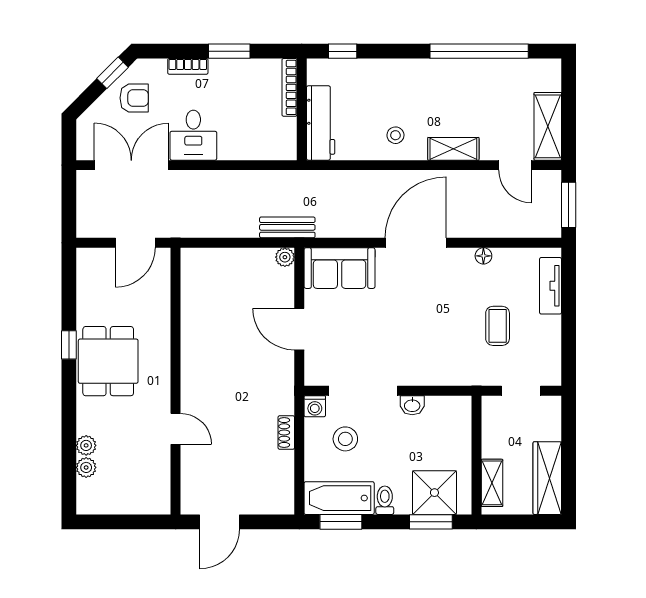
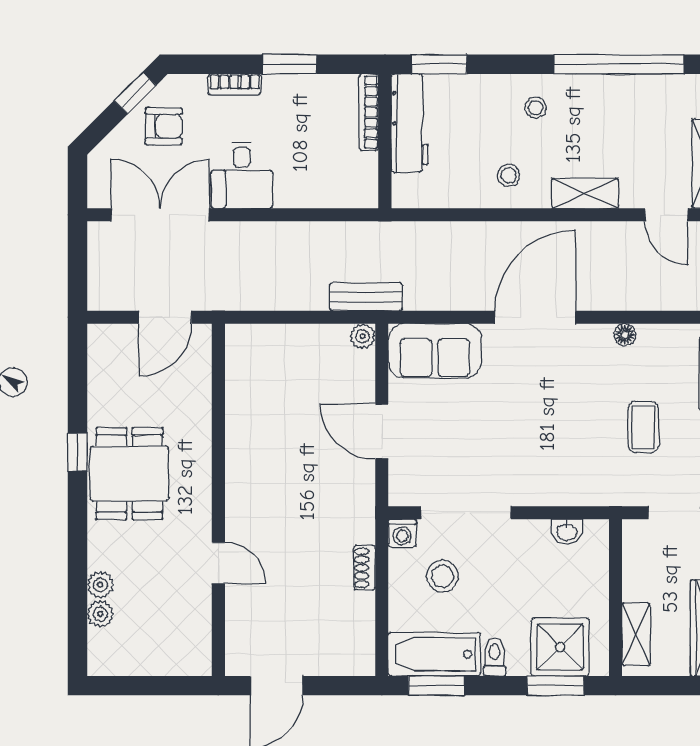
window: (343, 51) -> (439, 64), width x1.50
stool: (416, 84) -> (536, 108), added
workbench: (321, 123) -> (410, 123), moved
washbasin: (412, 405) -> (567, 532), moved

